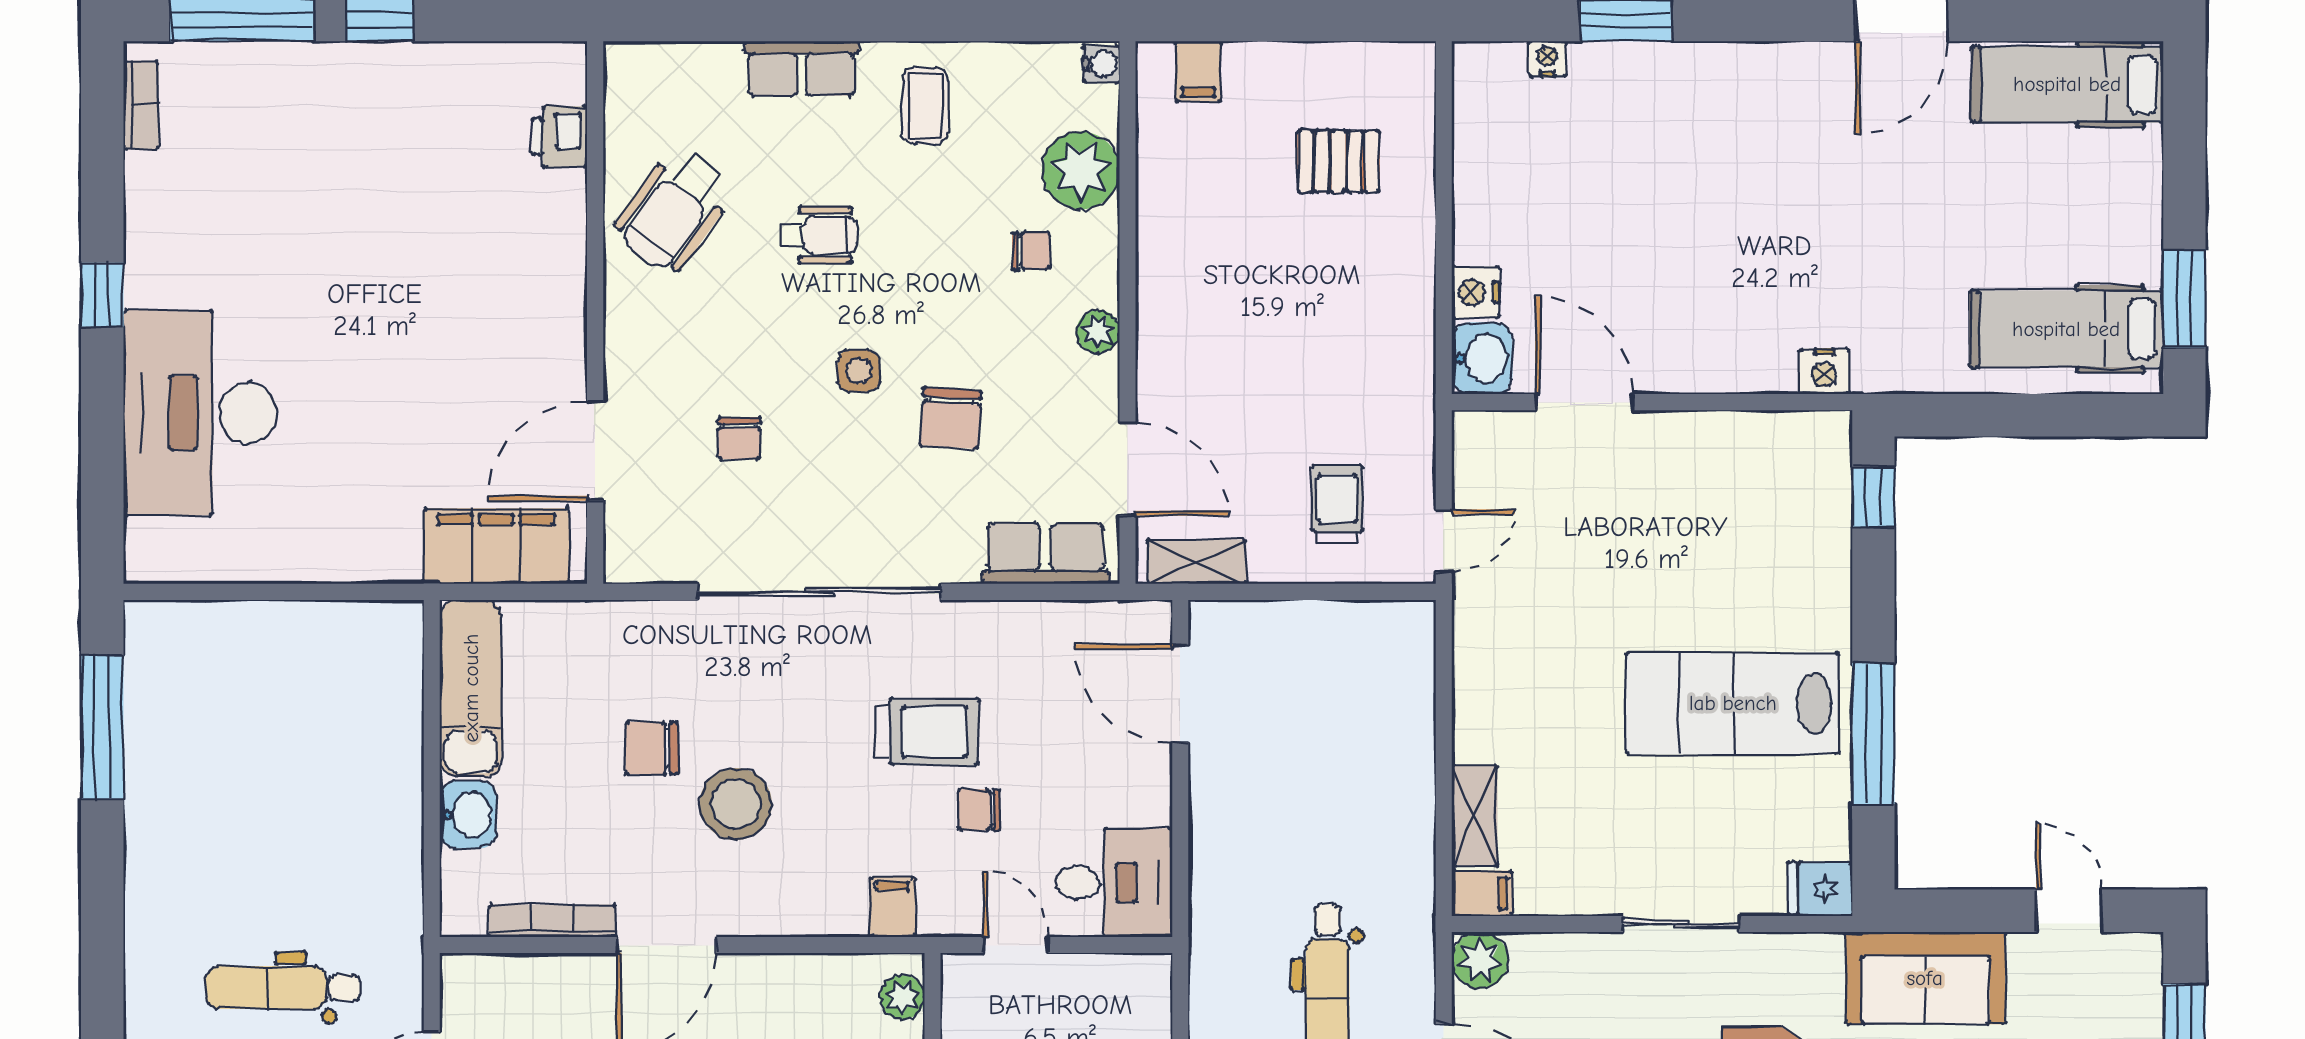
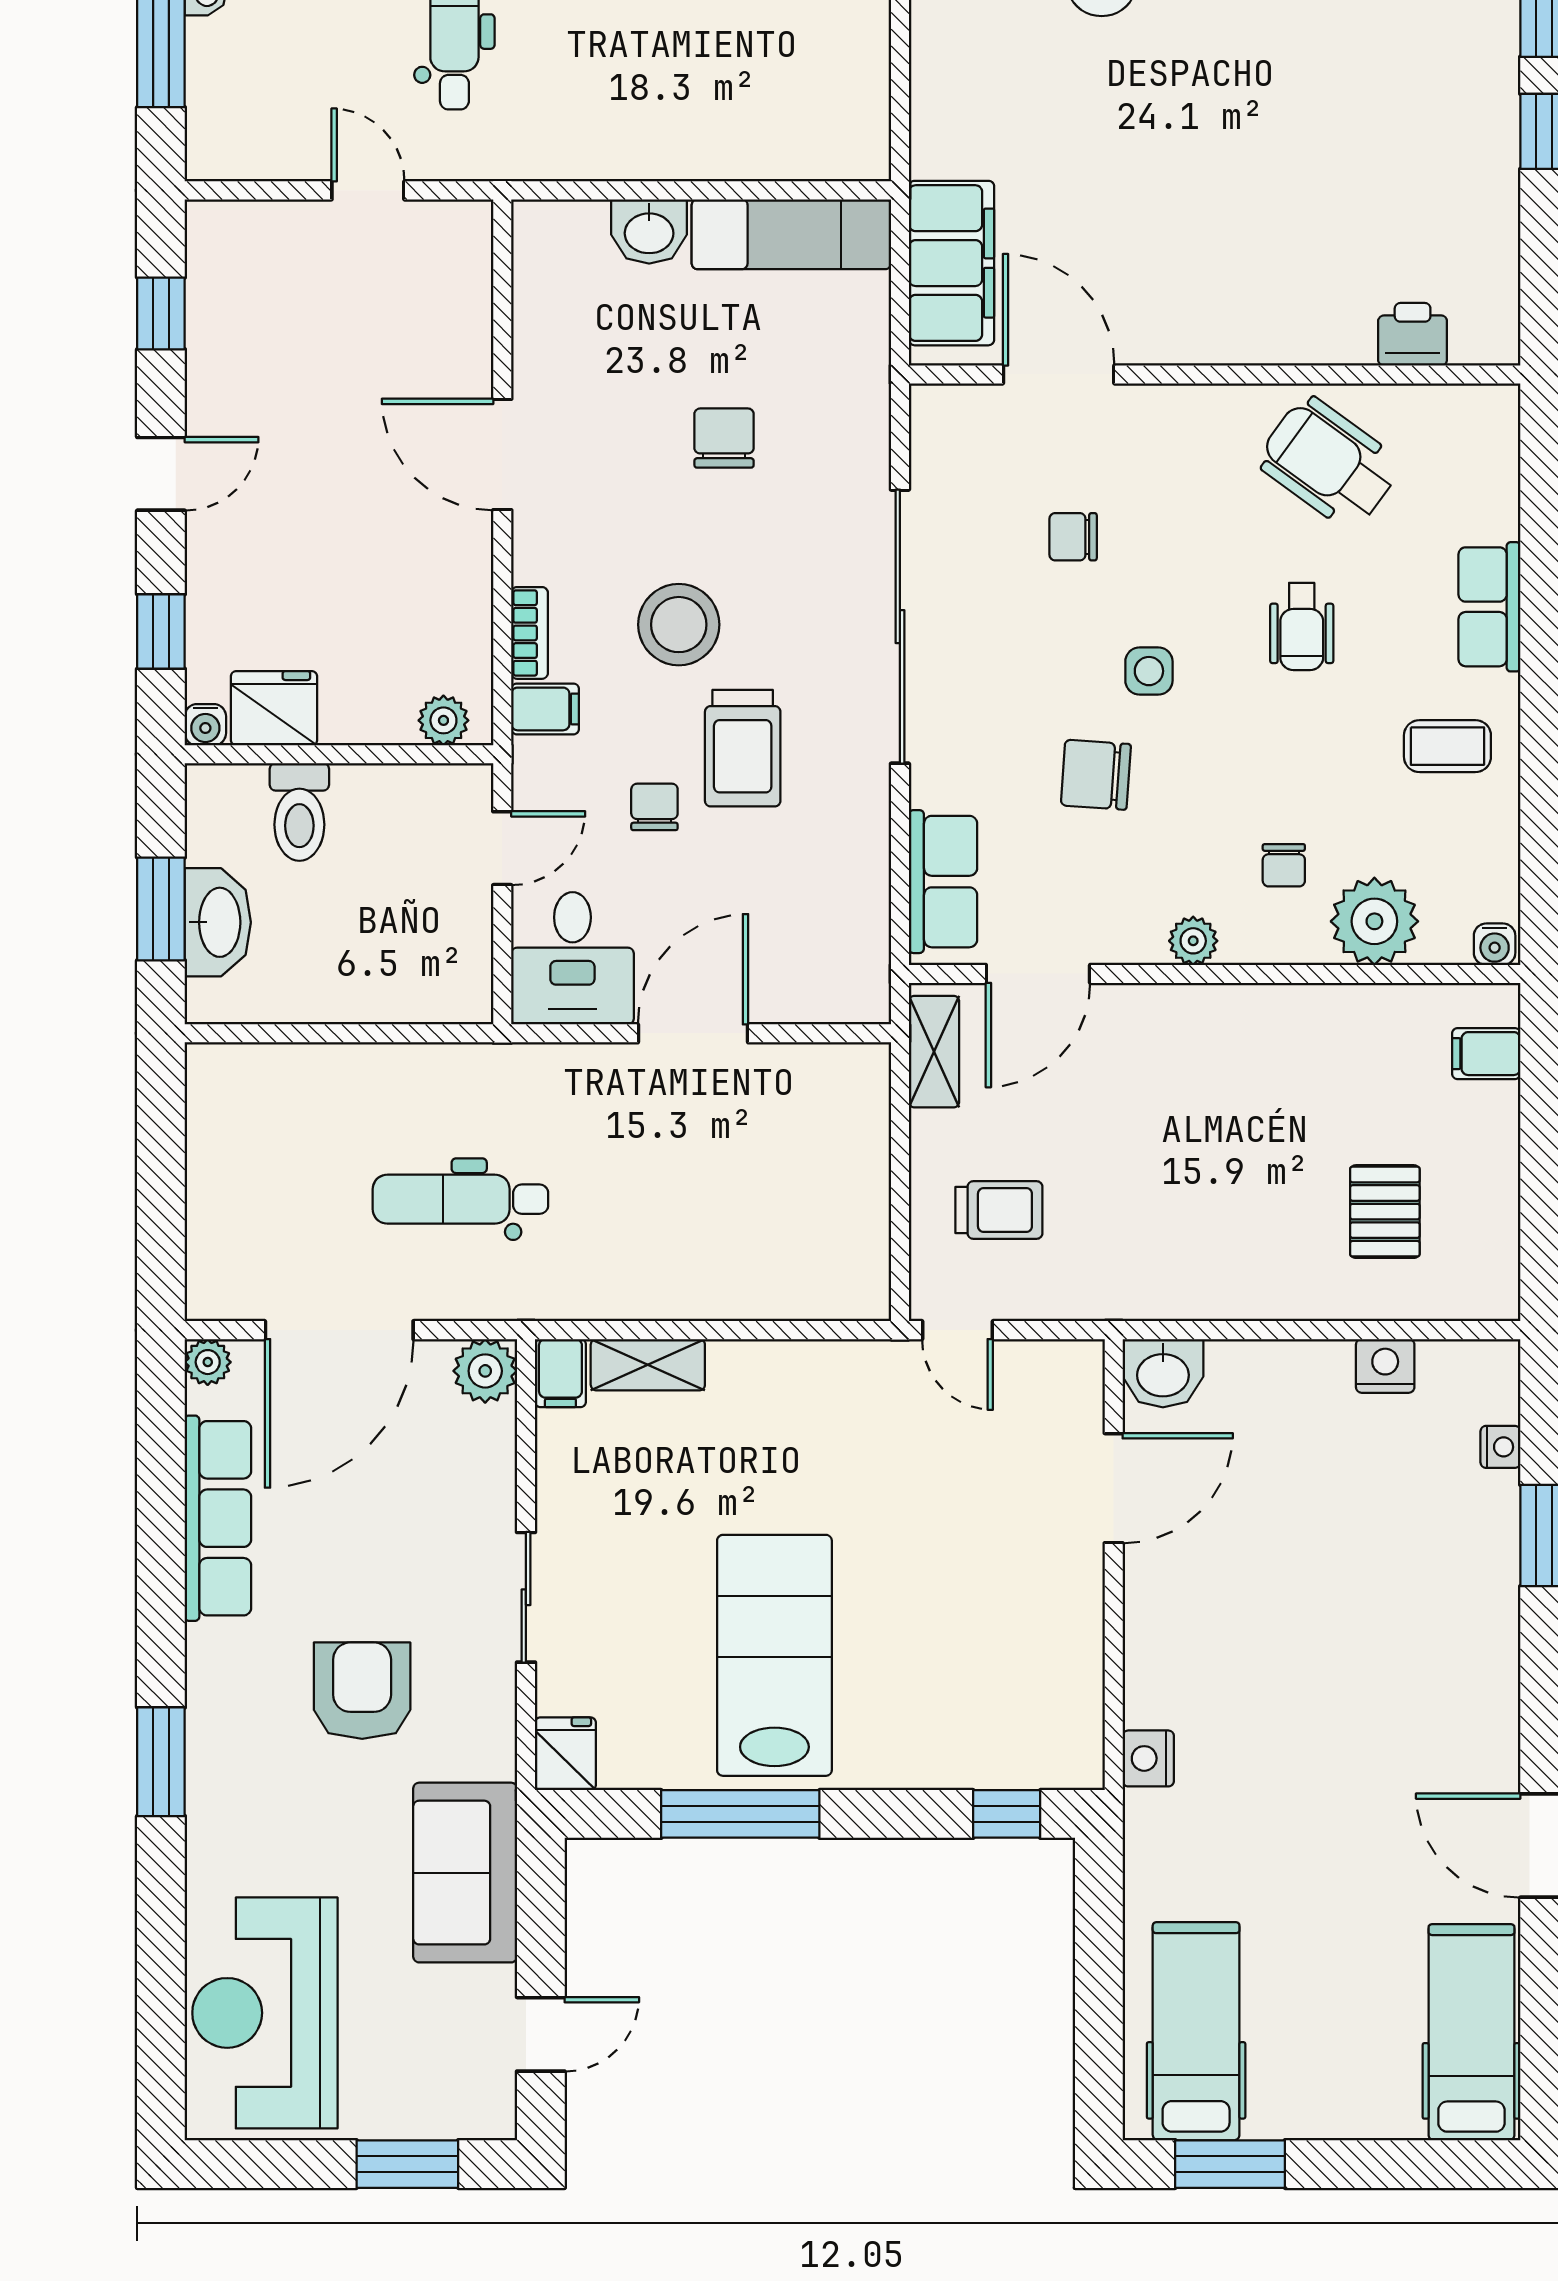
nightstand: (1476, 292) -> (1385, 1366), moved
door: (1180, 693) -> (693, 1033), moved
stool: (736, 804) -> (679, 625), moved
bookcase: (552, 921) -> (529, 633), moved, width x0.64

